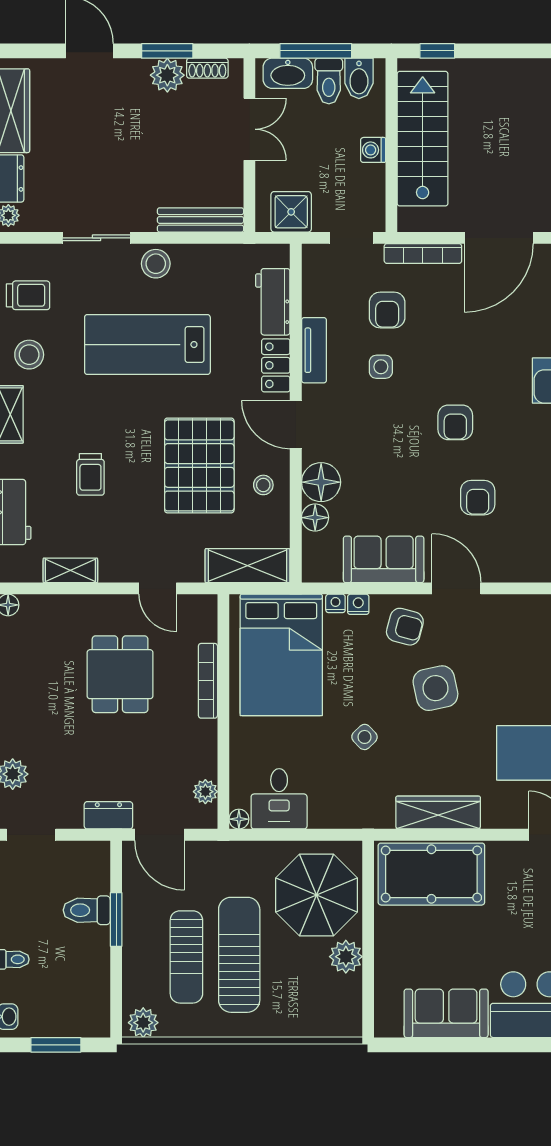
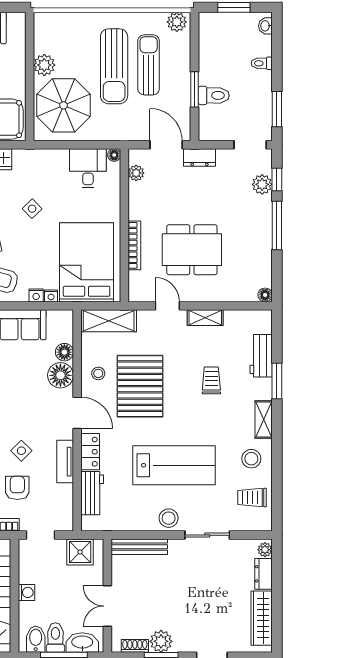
side table: (381, 367) -> (21, 451), turned 45
shelving: (70, 570) -> (205, 318), moved
dining table: (120, 674) -> (192, 250), width x1.37

